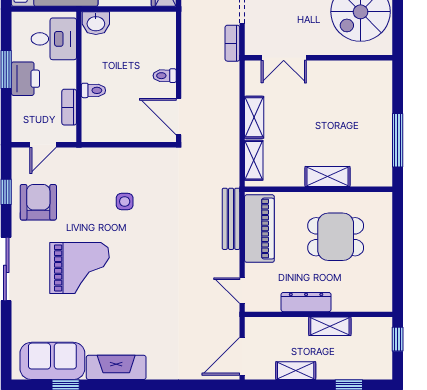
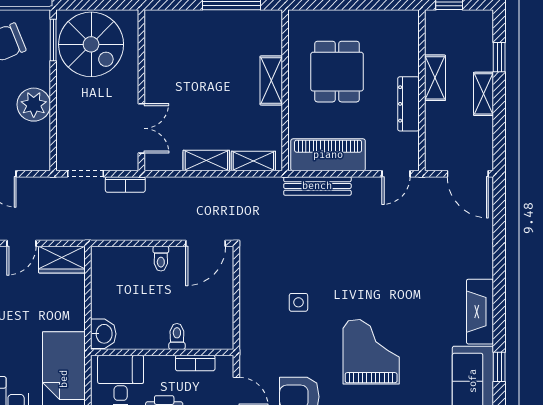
shelving: (296, 371) -> (484, 94), moved

